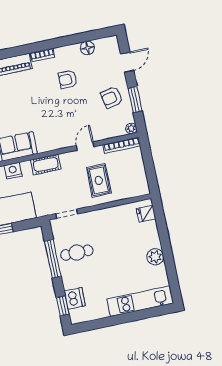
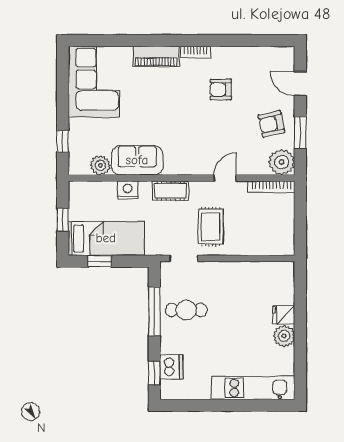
floor lamp: (87, 48) -> (254, 55), removed
door: (127, 62) -> (300, 84), swing flipped
plant: (131, 129) -> (282, 162), width x1.87, depth x1.87
rug: (99, 180) -> (211, 227), moved
fridge: (146, 214) -> (284, 315), moved

